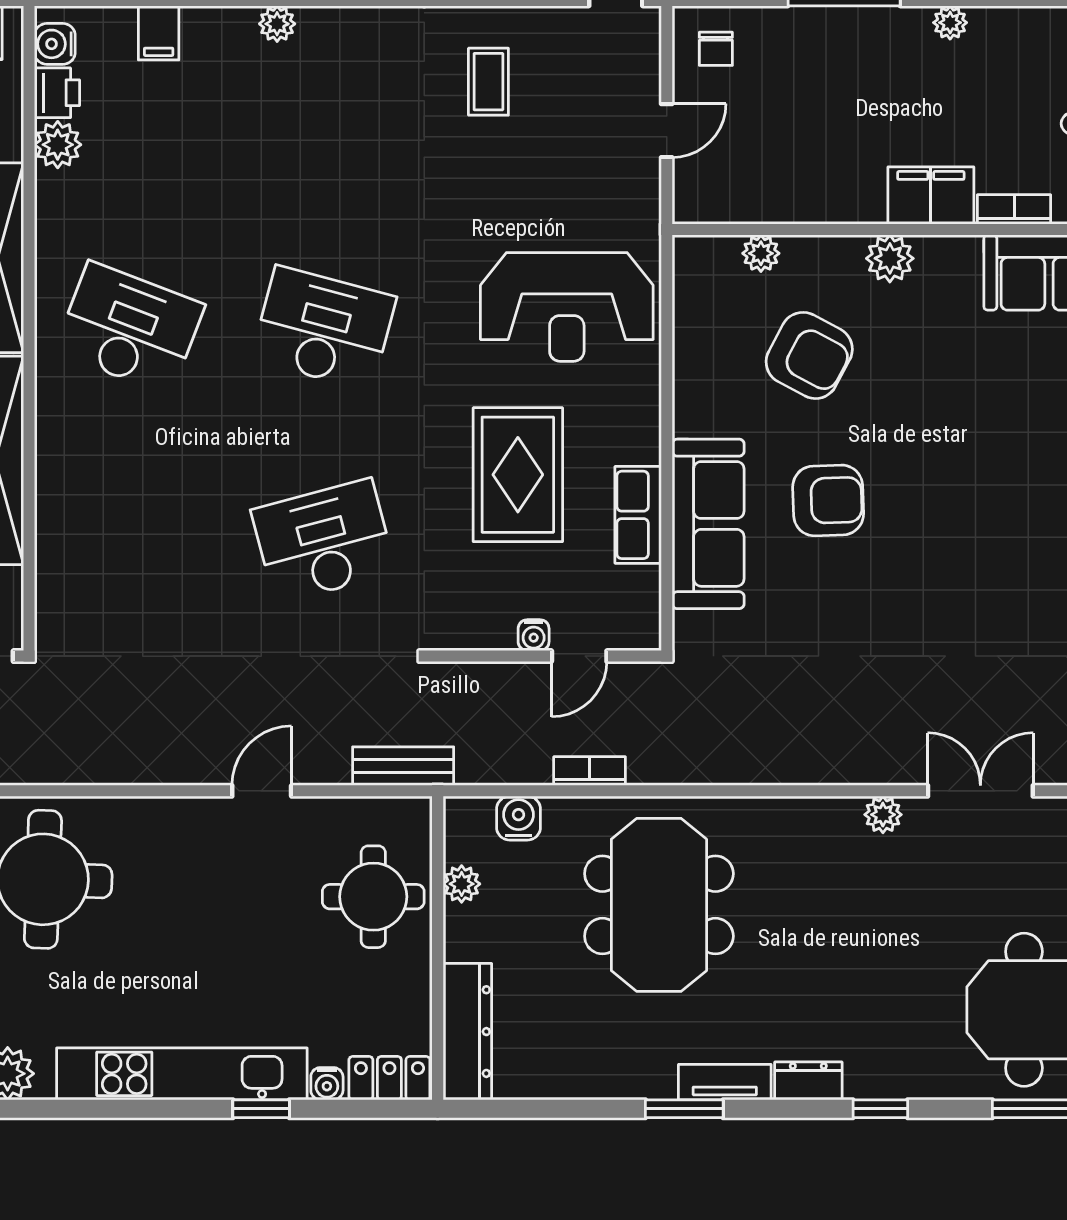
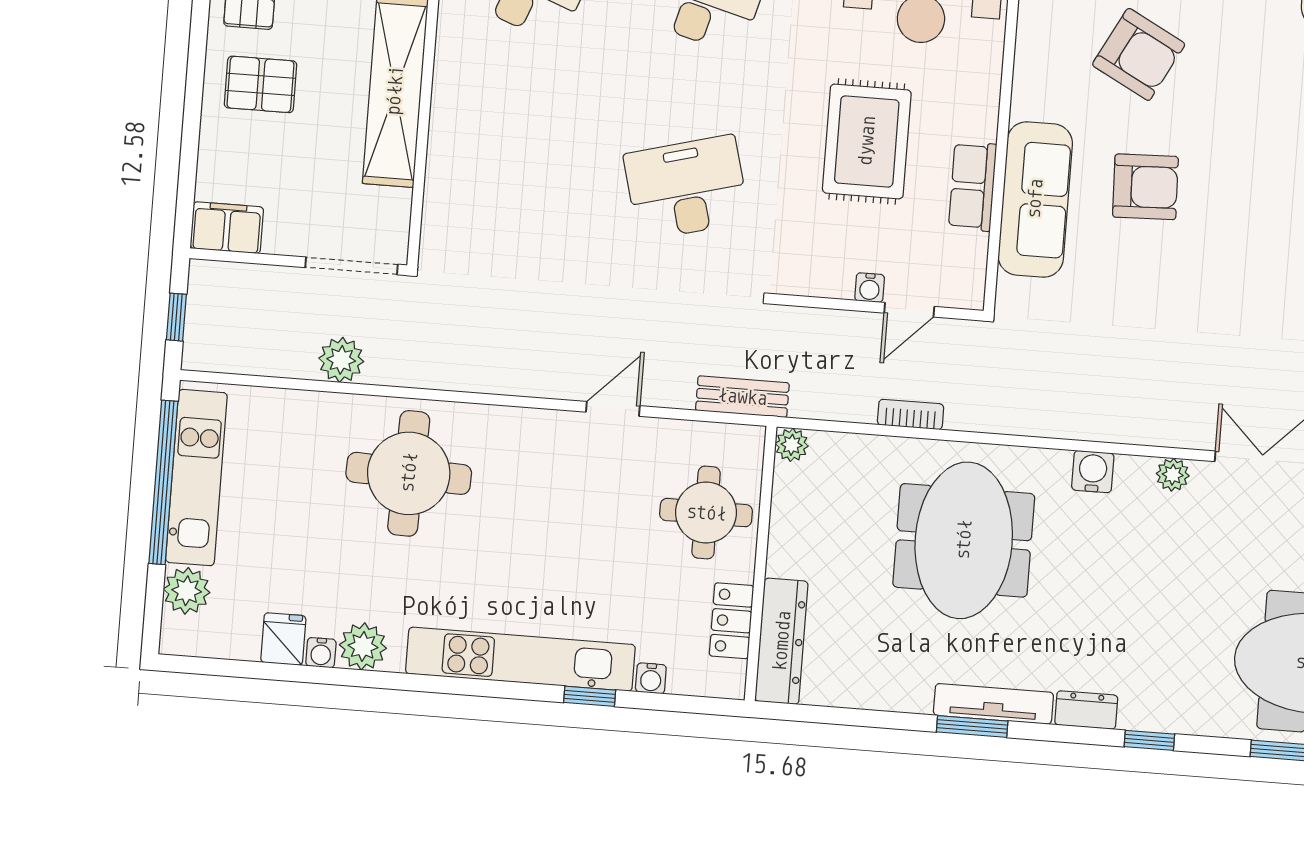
water cooler: (519, 818) -> (1093, 472), moved
plant: (462, 884) -> (792, 445), moved
locker: (389, 1078) -> (732, 621), moved, turned -90
tv unit: (725, 1082) -> (993, 704), width x1.41

